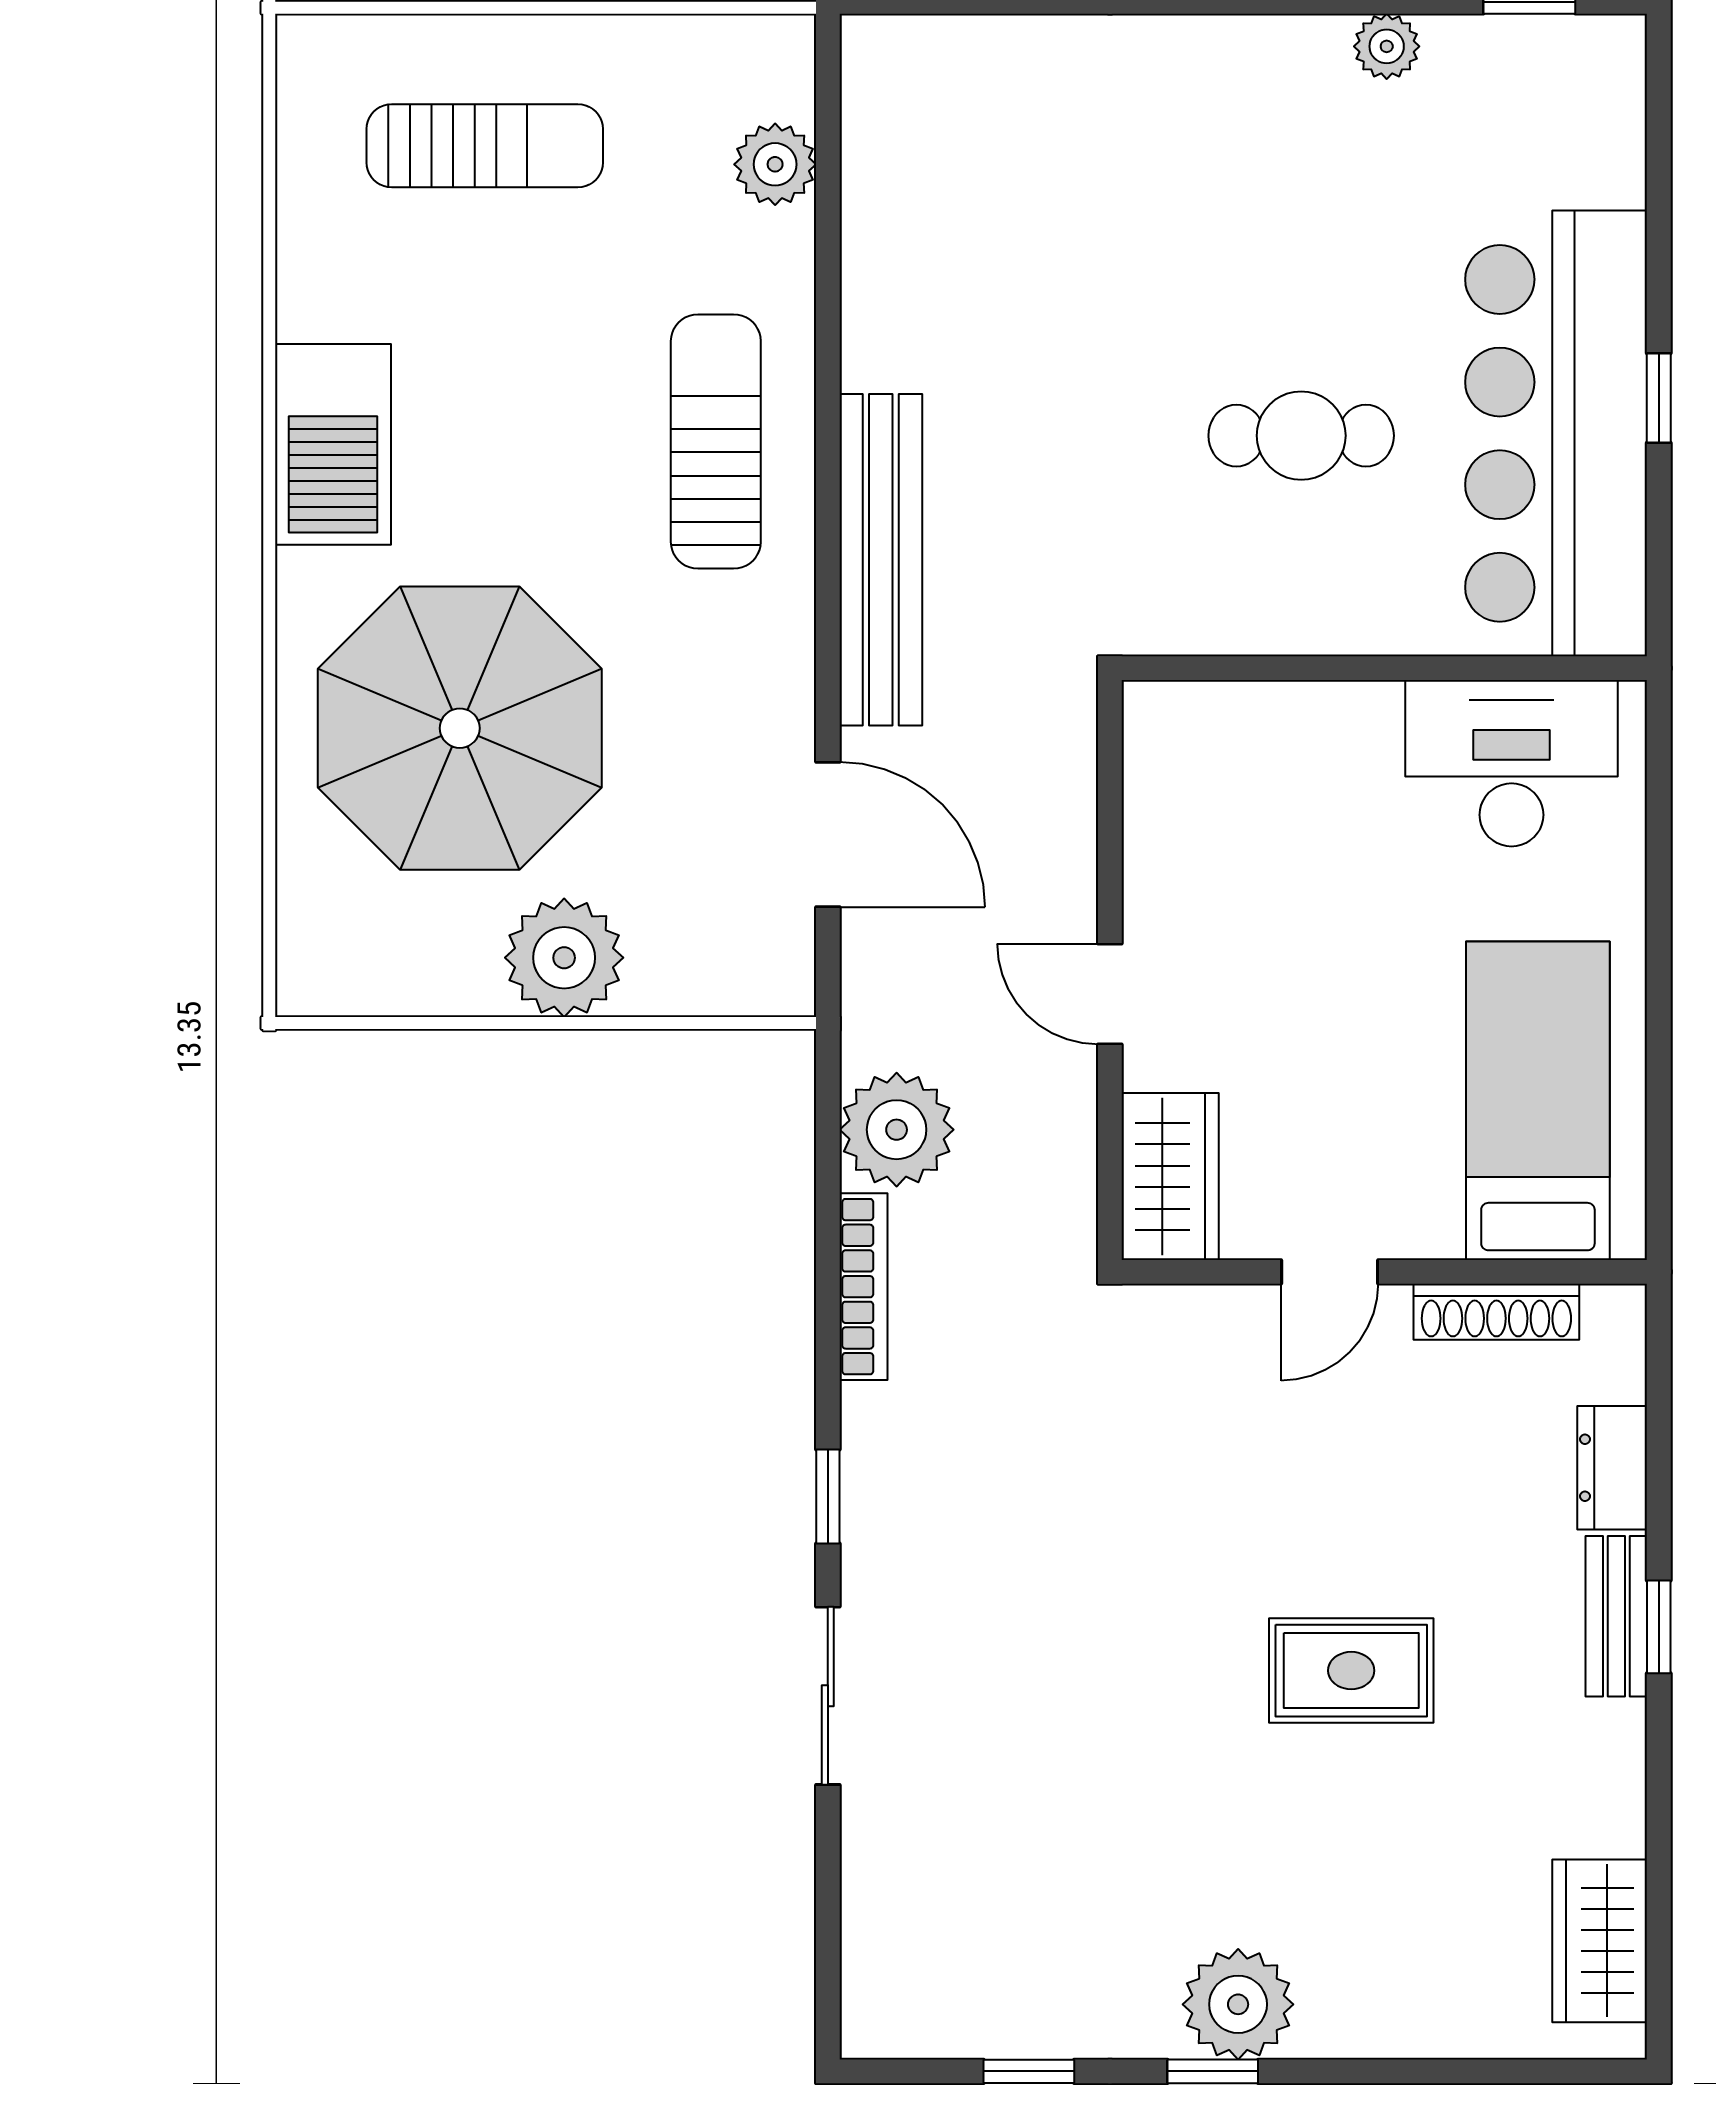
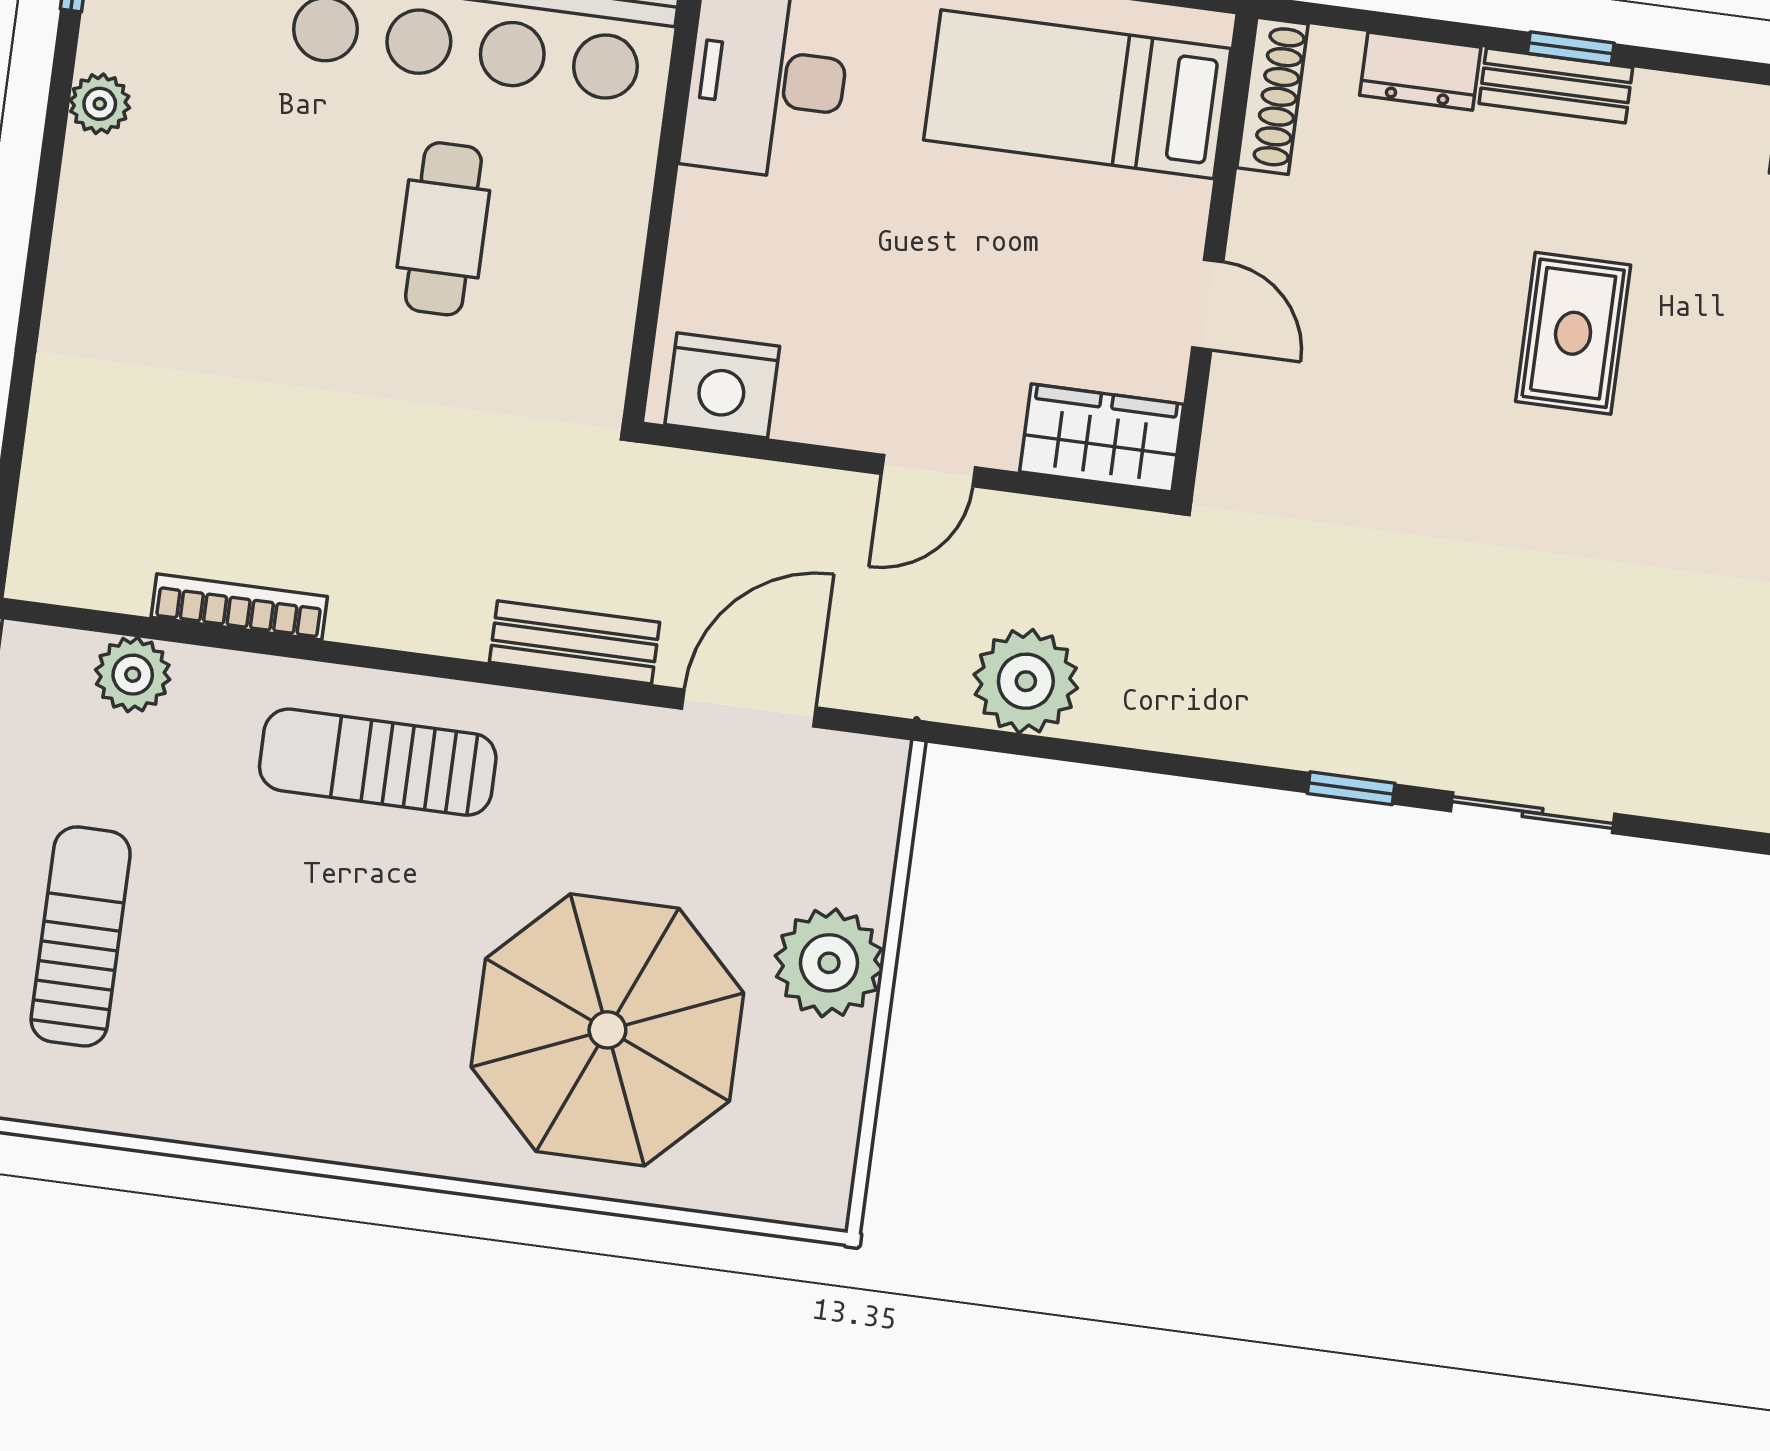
barbecue: (333, 444) -> (334, 1111), removed
bench: (881, 560) -> (574, 642), width x0.54, depth x0.82
nightstand: (1172, 759) -> (722, 385), added
bookcase: (863, 1287) -> (239, 607), moved
shoe rack: (1496, 1312) -> (1272, 96), moved

